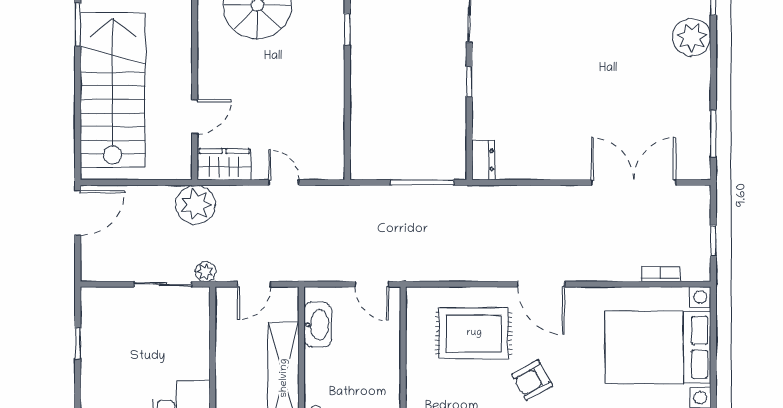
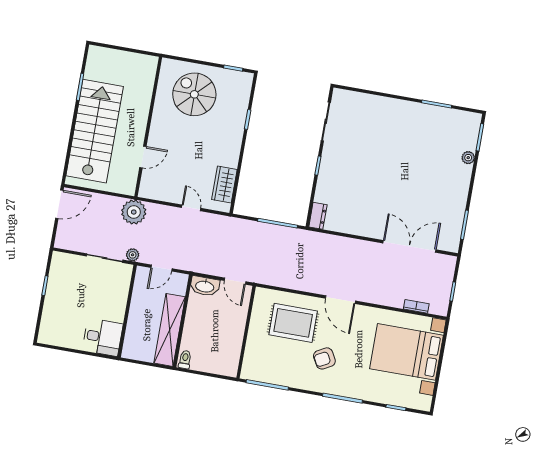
plant: (692, 37) -> (468, 158), width x0.53, depth x0.53
wardrobe: (224, 164) -> (224, 184), moved, turned -90
washbasin: (318, 325) -> (205, 286), moved, turned 90

